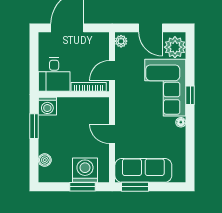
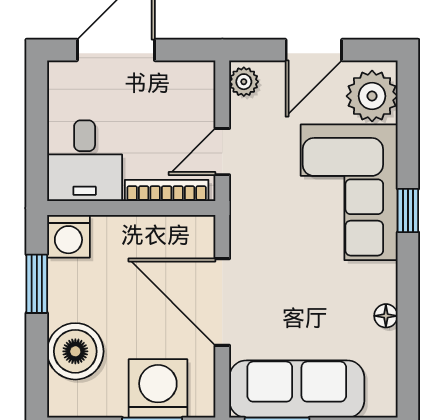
door: (150, 28) -> (314, 50), hinge flipped
floor lamp: (181, 122) -> (386, 316), moved
door: (112, 134) -> (222, 302), width x1.87
boiler: (45, 160) -> (75, 351), width x1.86, depth x1.86

